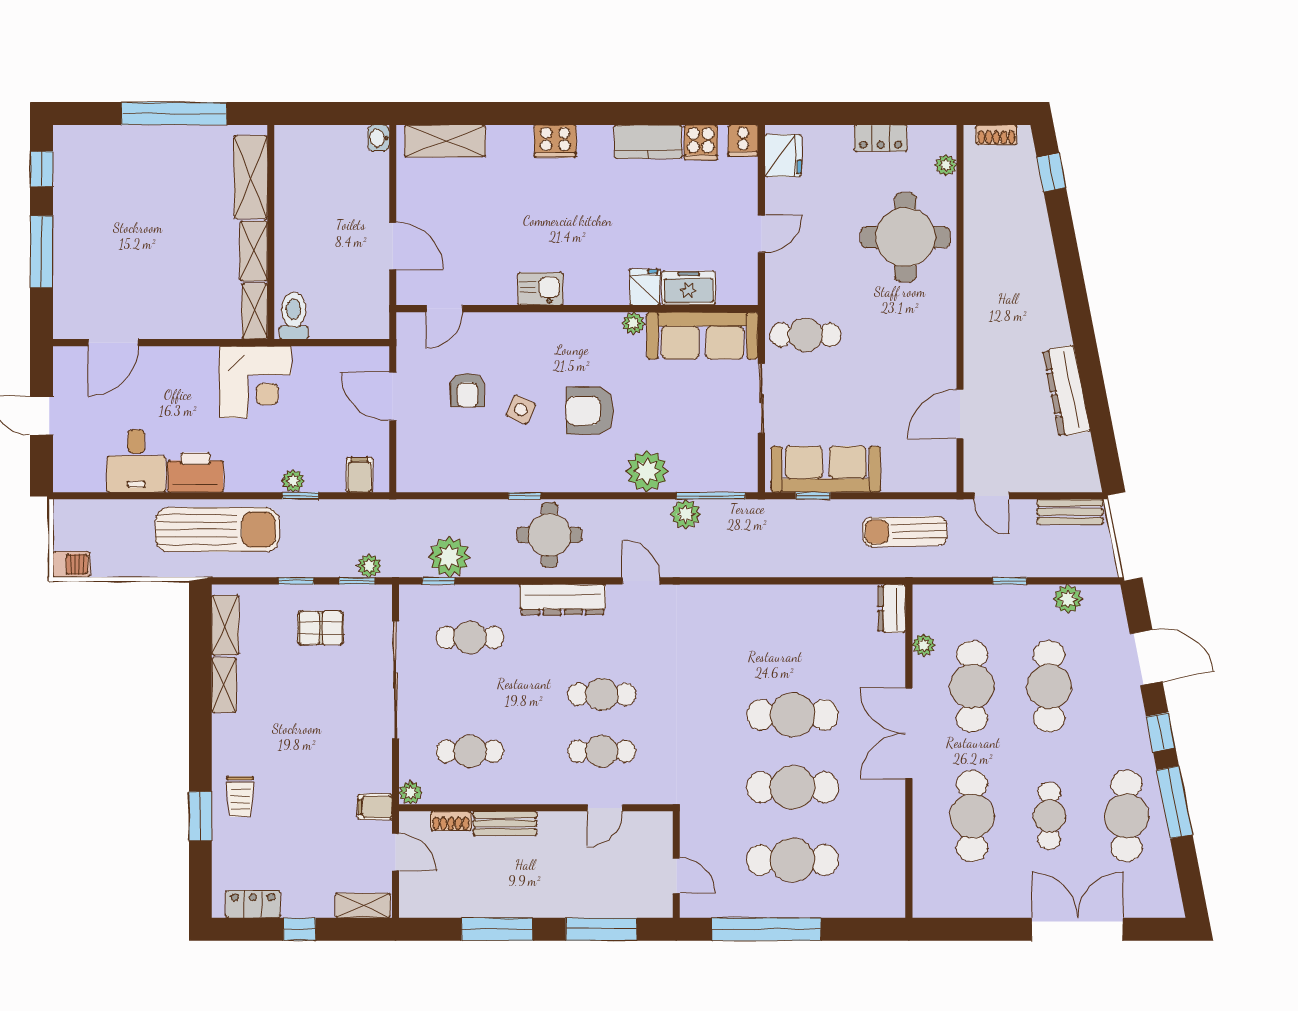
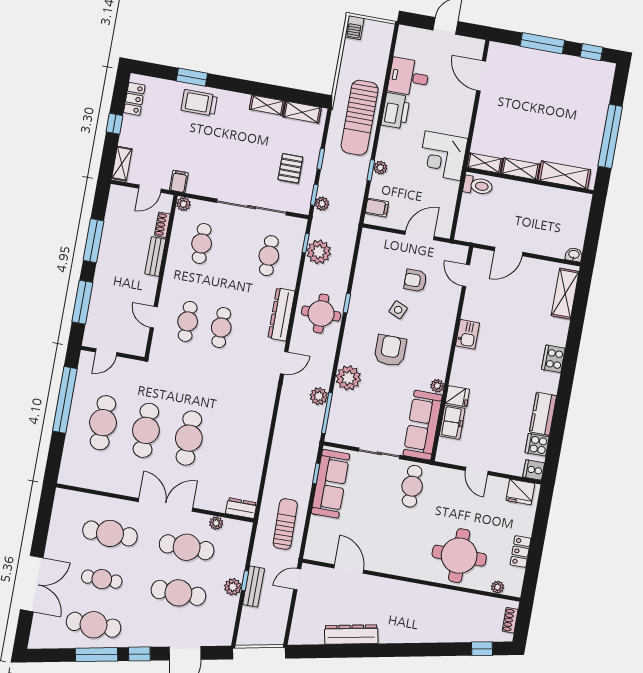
bench: (1070, 512) -> (254, 587), moved
plant: (1068, 599) -> (233, 587), moved
trolley: (240, 797) -> (199, 103), width x1.36, depth x1.39

